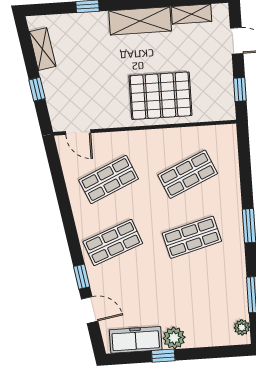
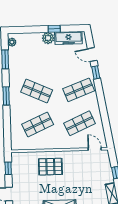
pallet: (160, 96) -> (50, 167), width x0.73, depth x0.71
shop shelf: (192, 237) -> (37, 91), turned 39

